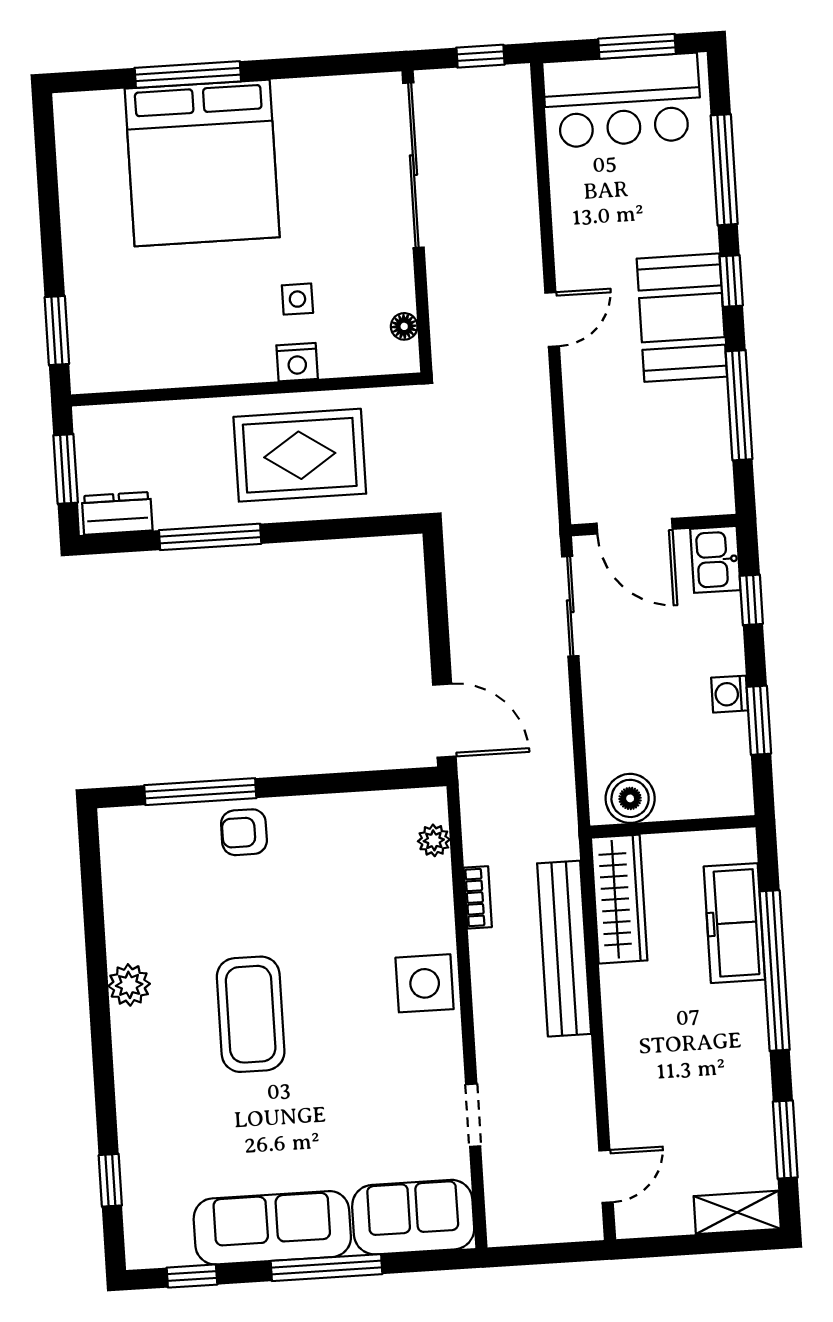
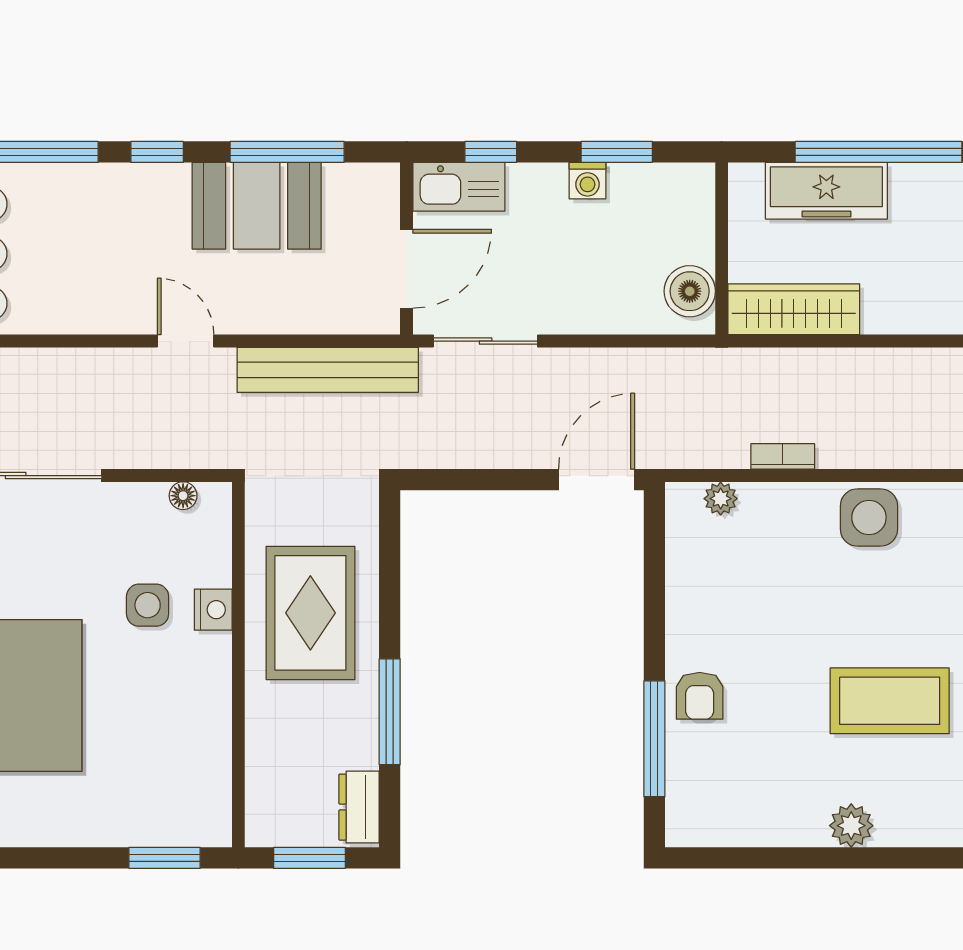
side table: (297, 299) -> (148, 605), width x1.37, depth x1.37
booth: (682, 318) -> (257, 206), moved
kitchen sink: (715, 559) -> (459, 187), width x1.38
bench: (564, 949) -> (328, 370), moved

